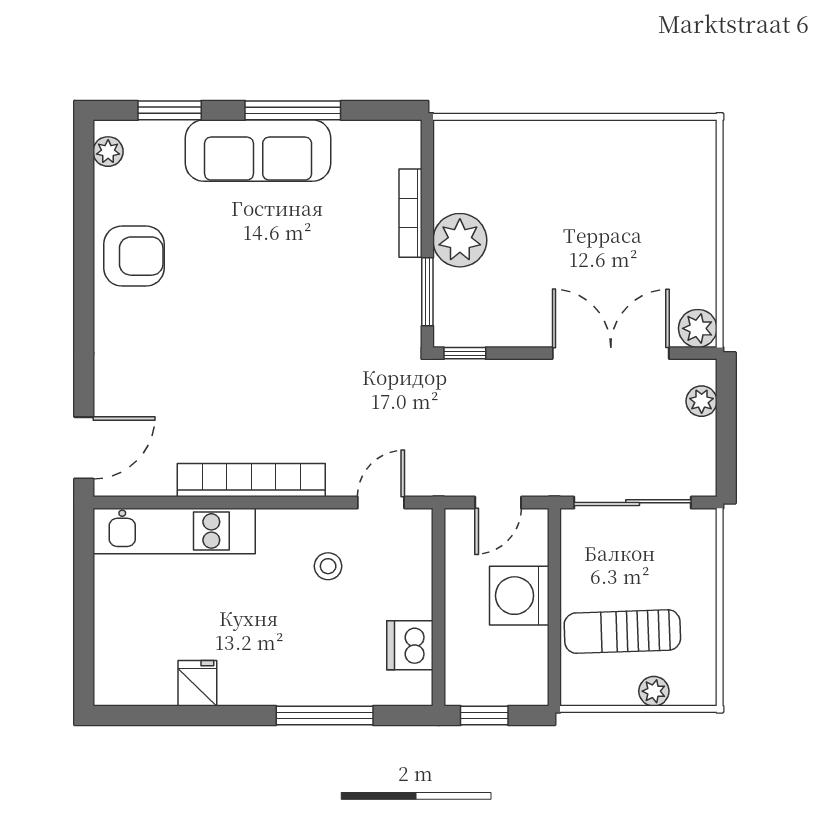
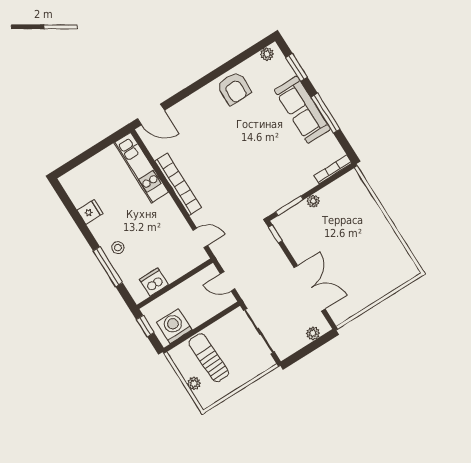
bookcase: (410, 213) -> (333, 170), moved
plant: (460, 240) -> (313, 201), width x0.53, depth x0.53
plant: (698, 328) -> (339, 315), removed
stool: (328, 566) -> (118, 248), moved
washing machine: (519, 596) -> (174, 326), moved

